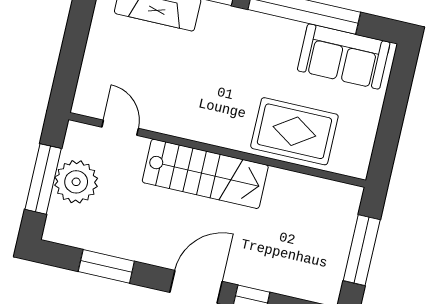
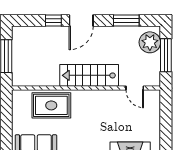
plant: (76, 182) -> (150, 42), moved

